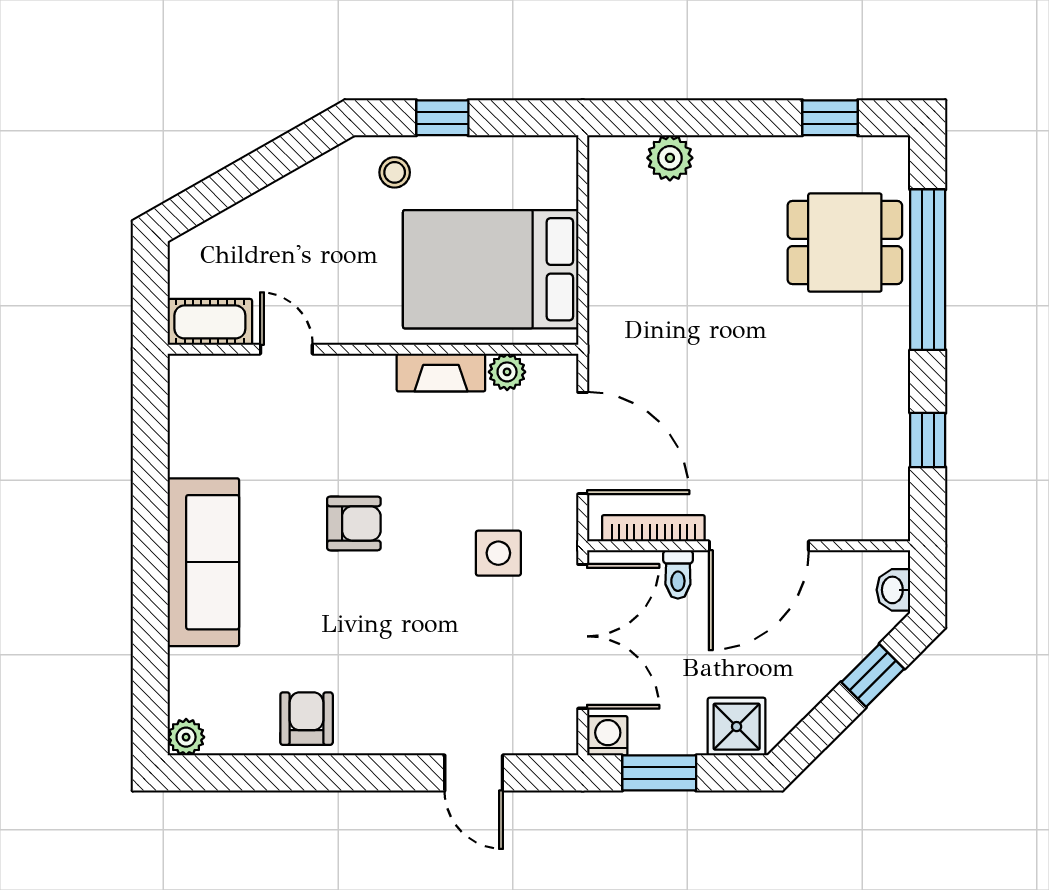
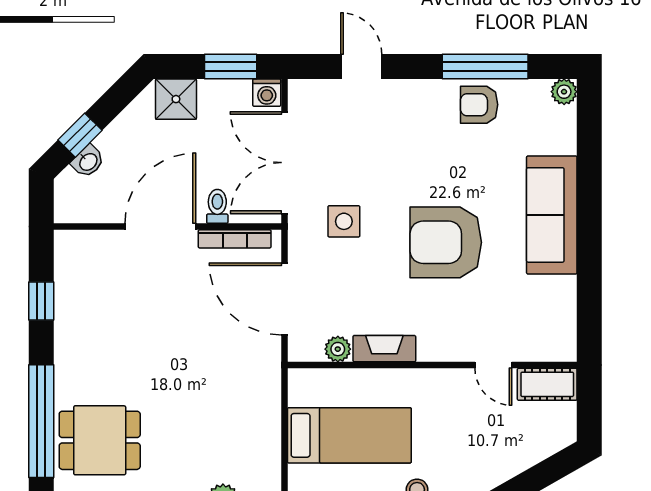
bed: (491, 269) -> (349, 435), width x0.67
armchair: (354, 523) -> (446, 242), width x1.88, depth x1.88
washbasin: (893, 590) -> (88, 161), moved, turned 45
armchair: (307, 719) -> (479, 105), turned 90
window: (298, 773) -> (485, 66), added

